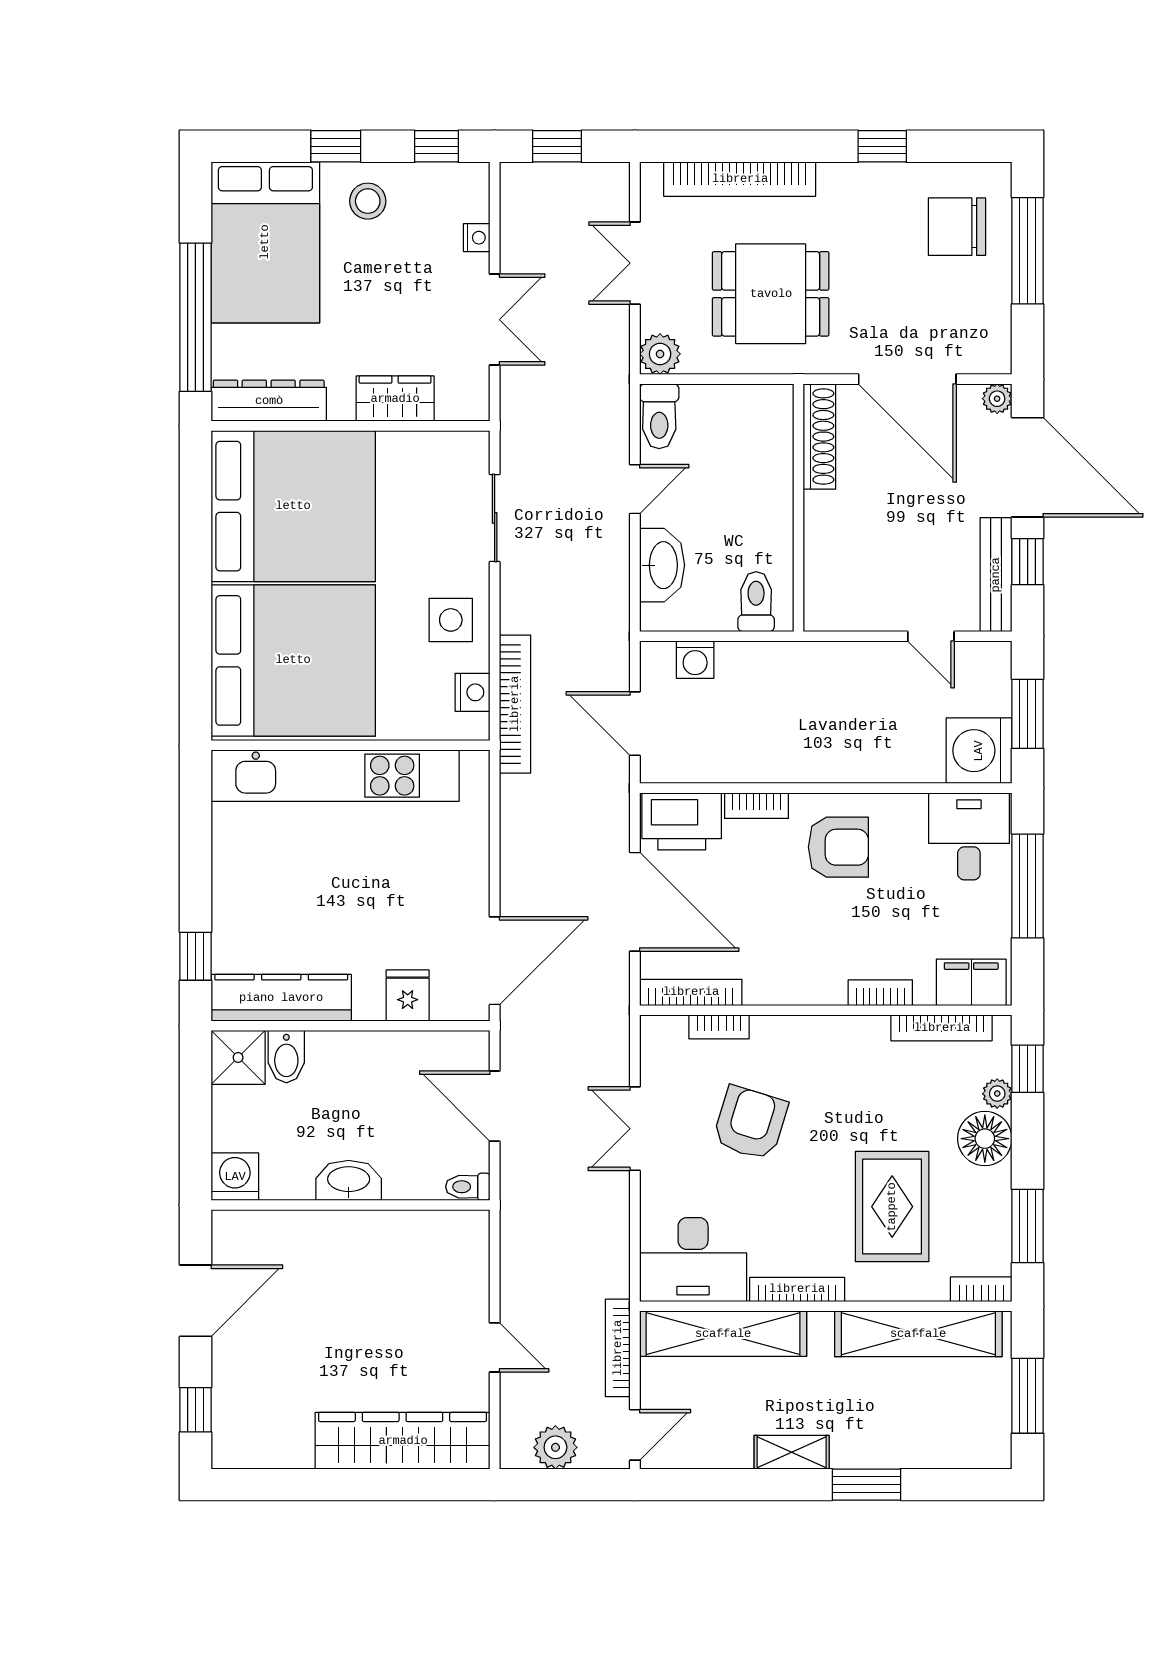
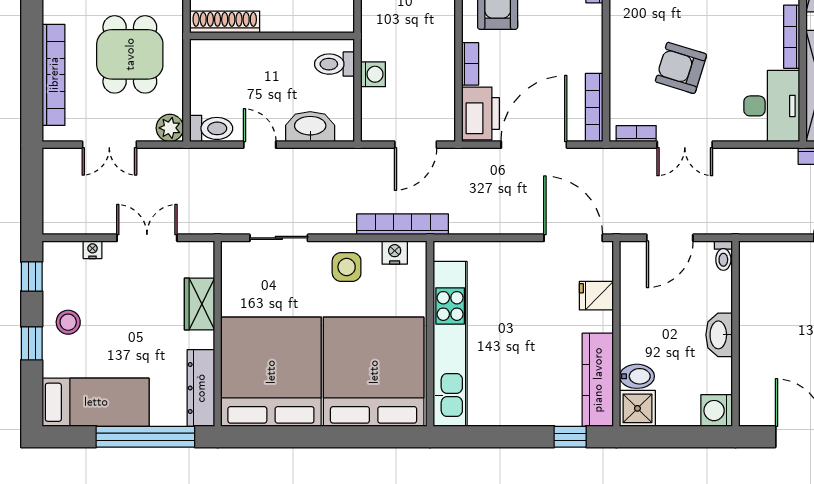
window: (557, 146) -> (32, 196), removed
bed: (265, 242) -> (96, 402), width x0.67
washing machine: (695, 660) -> (373, 74), moved
bookcase: (719, 1027) -> (636, 134), moved, turned -90

